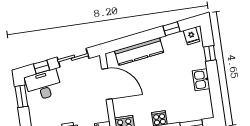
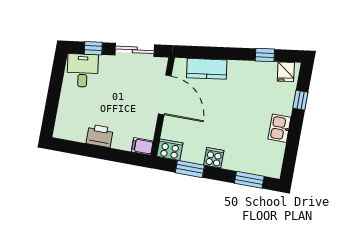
kitchen counter: (139, 52) -> (207, 69), width x0.67
desk: (43, 85) -> (83, 70), width x0.73
window: (21, 96) -> (57, 75), removed

